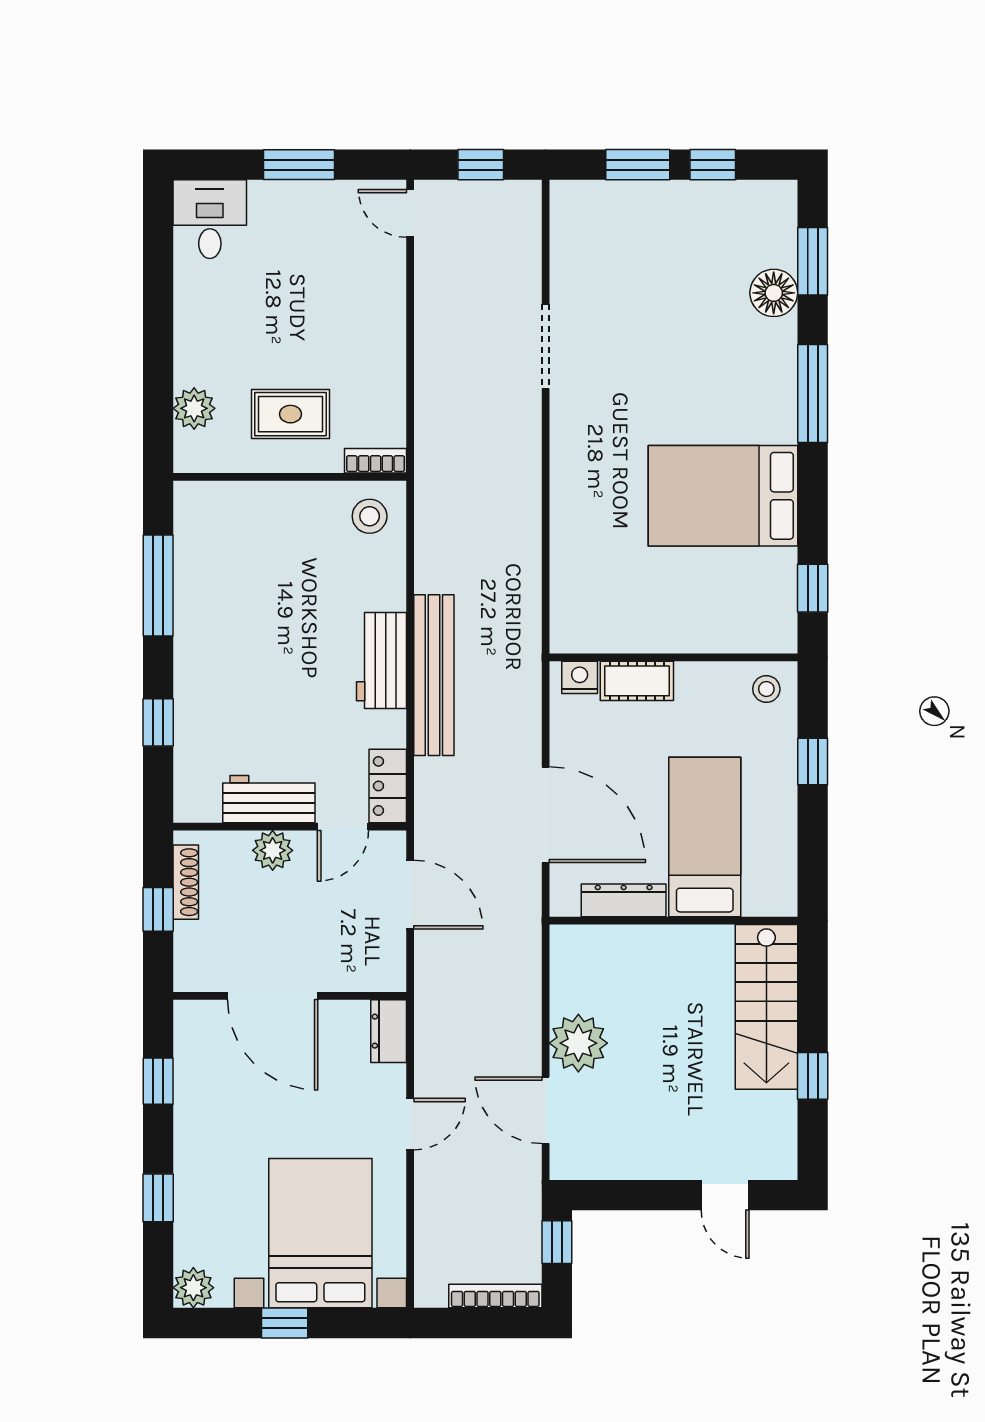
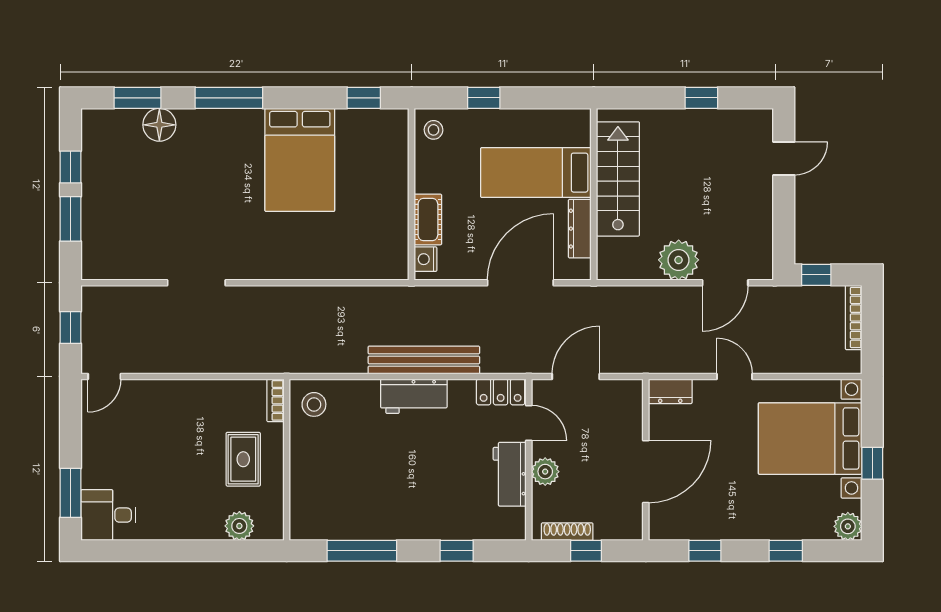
window: (299, 165) -> (71, 493), moved
stairs: (766, 1007) -> (618, 179), moved, turned -90

